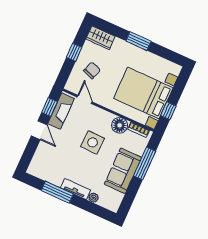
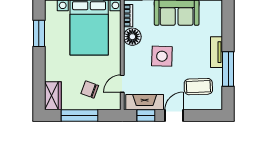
window: (139, 41) -> (39, 33), moved
window: (74, 52) -> (79, 116), width x2.17
coffee table: (54, 161) -> (198, 87), added
plant: (93, 198) -> (217, 30), removed

